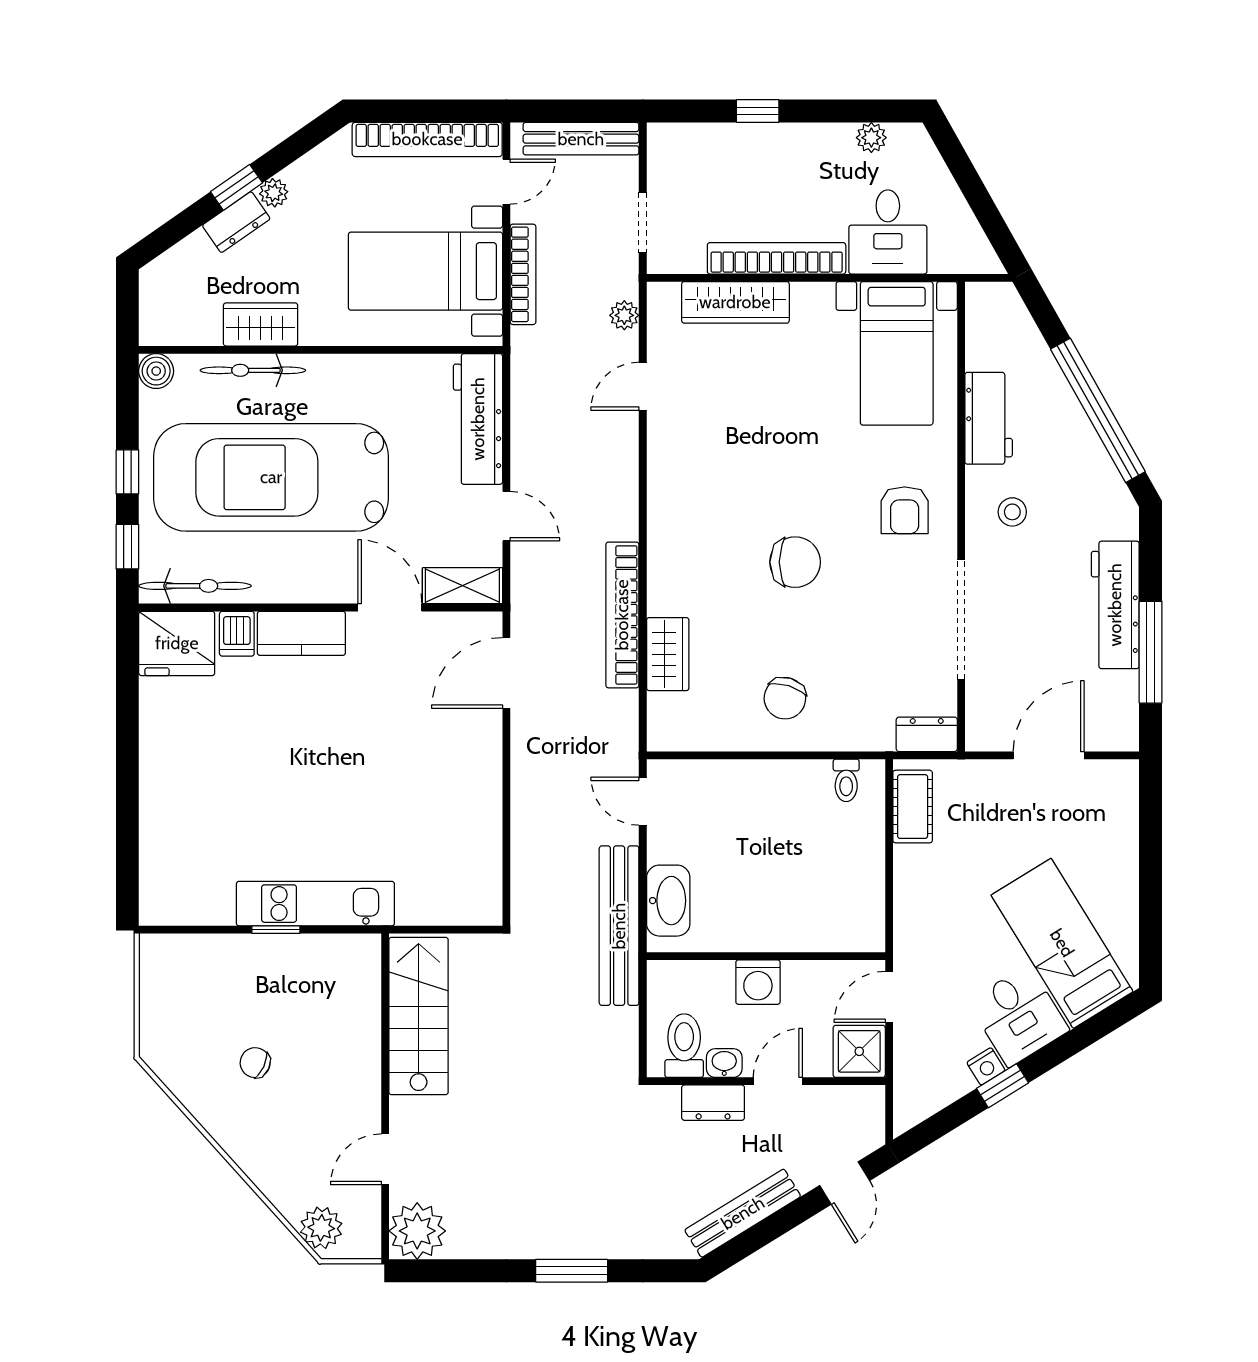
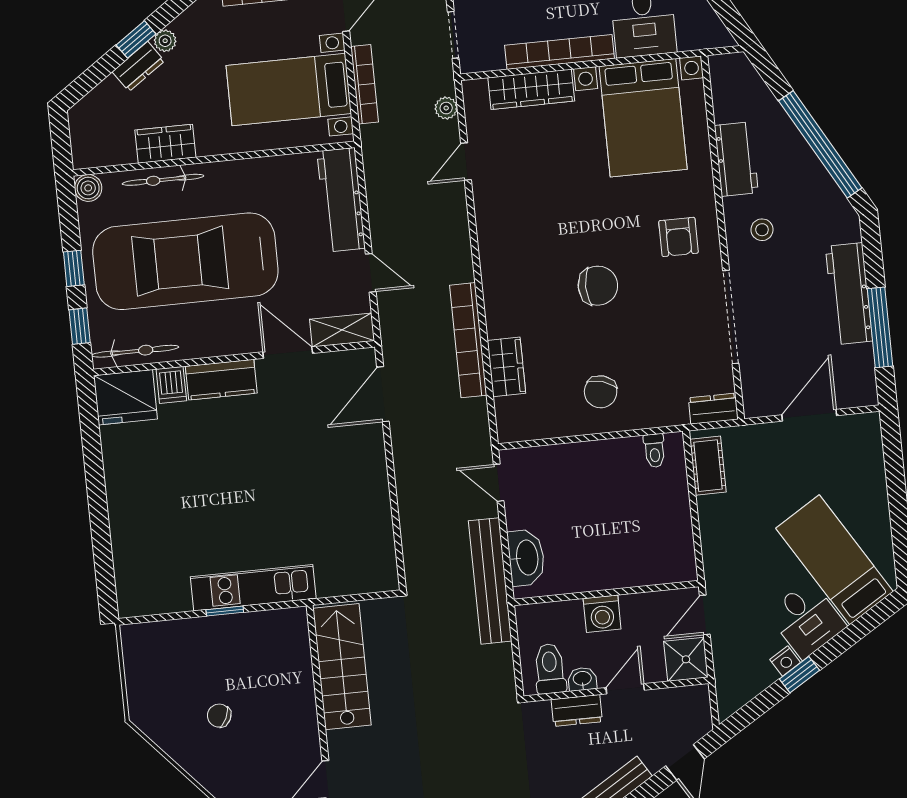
bed with nightstands: (897, 353) -> (643, 118), width x1.36

